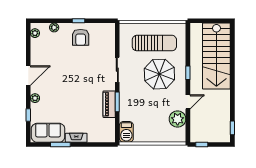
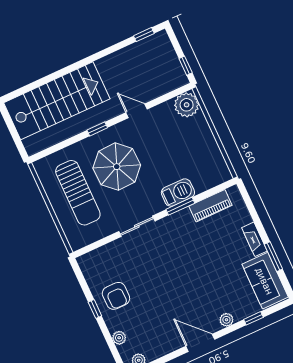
armchair: (81, 37) -> (116, 296), turned 90
sun lounger: (154, 43) -> (78, 193), turned 180
piano: (109, 104) -> (210, 206), moved
plant: (178, 119) -> (187, 105), moved
barbecue: (126, 132) -> (178, 193), moved

